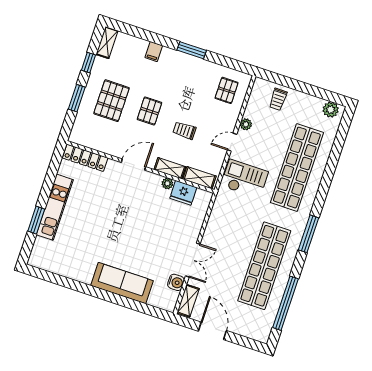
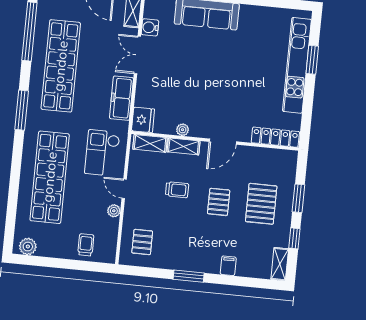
door: (232, 142) -> (124, 189), swing flipped
checkout: (245, 179) -> (102, 153), turned 90
fridge: (183, 193) -> (143, 120), moved, turned 90
kitchen unit: (55, 207) -> (297, 65), width x1.36
freezer: (216, 224) -> (121, 98), added

